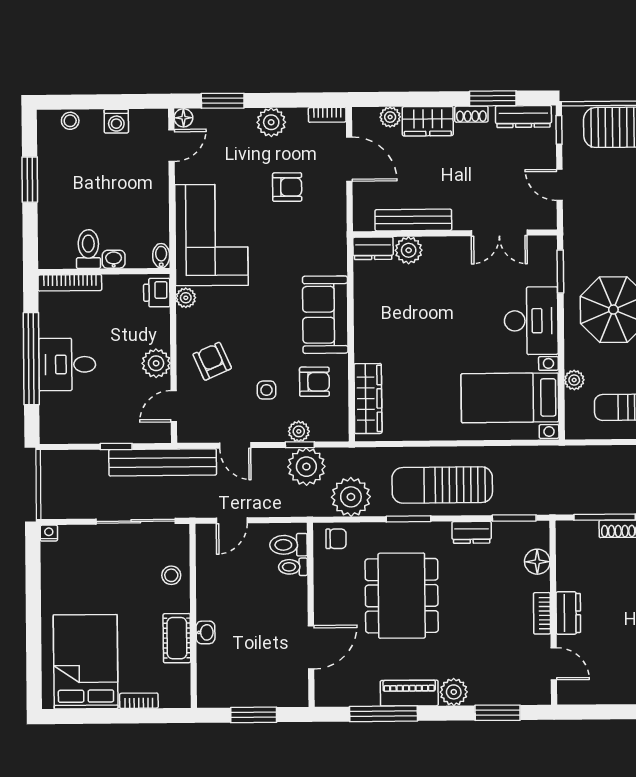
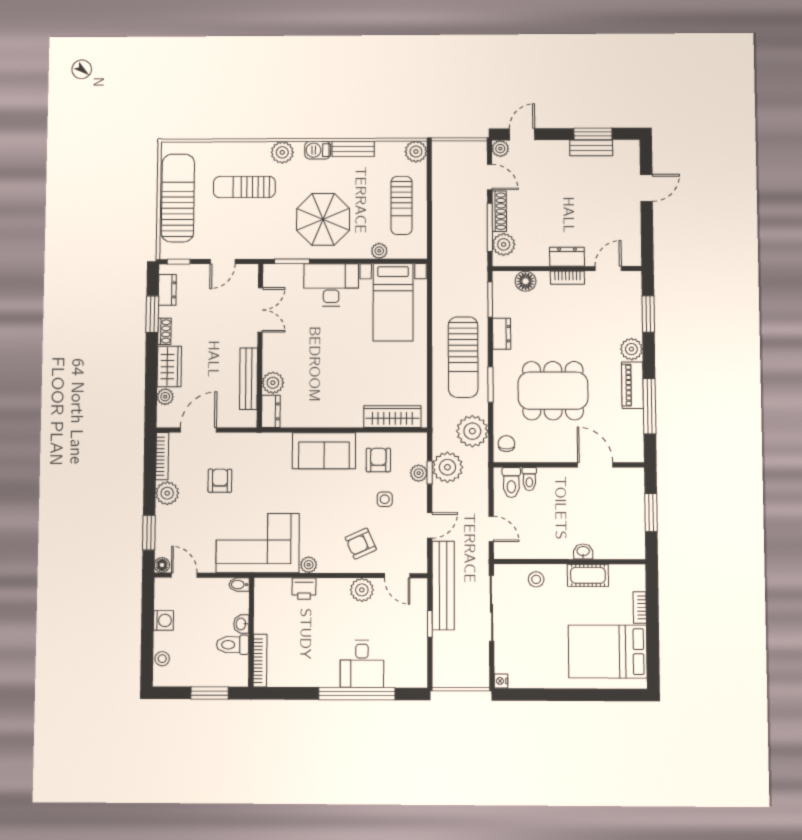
bookcase: (327, 115) -> (162, 456), width x1.56
dresser: (523, 117) -> (167, 290), width x0.70
toilet: (88, 249) -> (233, 645), moved
bidet: (161, 256) -> (239, 585), moved
washbasin: (114, 259) -> (241, 624), moved
wall: (104, 271) -> (251, 632), moved
bookcase: (70, 283) -> (260, 661), moved
plant: (583, 534) -> (504, 244), added

